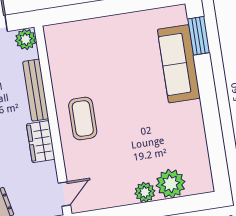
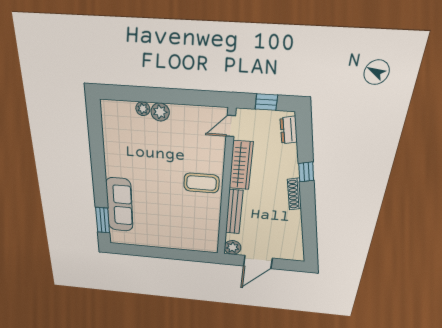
coffee table: (83, 119) -> (201, 183), turned 90
wardrobe: (41, 142) -> (241, 165), width x1.50
plant: (171, 184) -> (143, 109), width x0.53, depth x0.53

